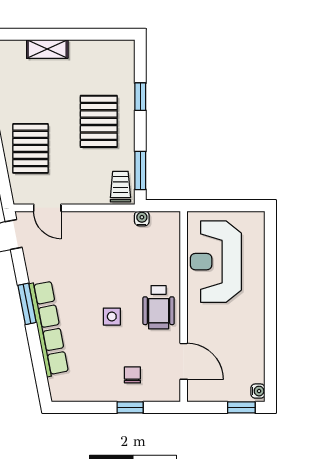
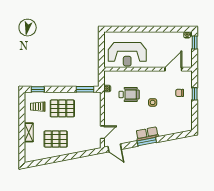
window: (140, 97) -> (38, 89), moved
pallet: (31, 148) -> (56, 139), moved
trolley: (120, 187) -> (38, 107), moved
wheelchair: (159, 307) -> (129, 94), moved
row of seats: (49, 328) -> (147, 134), width x0.50

